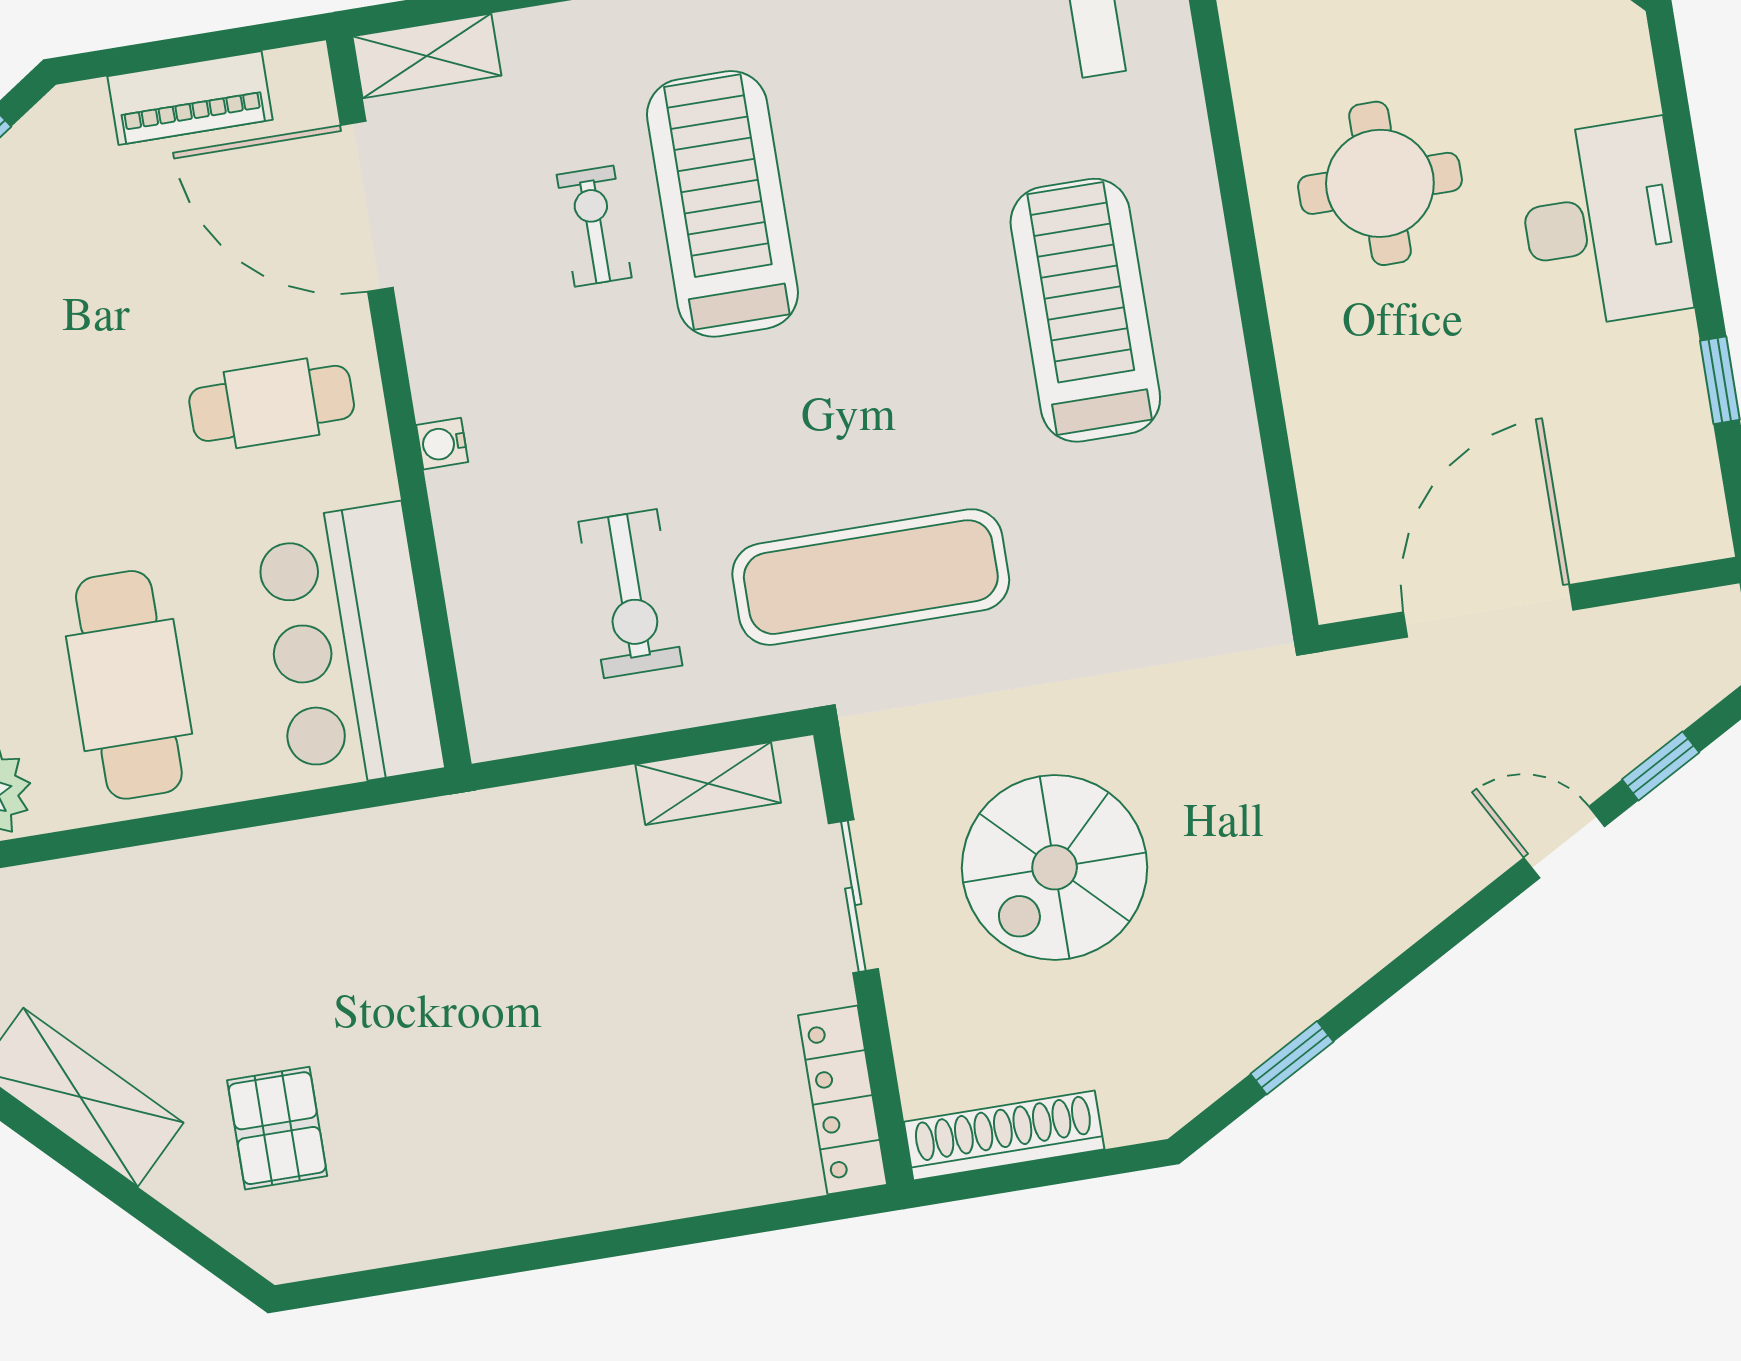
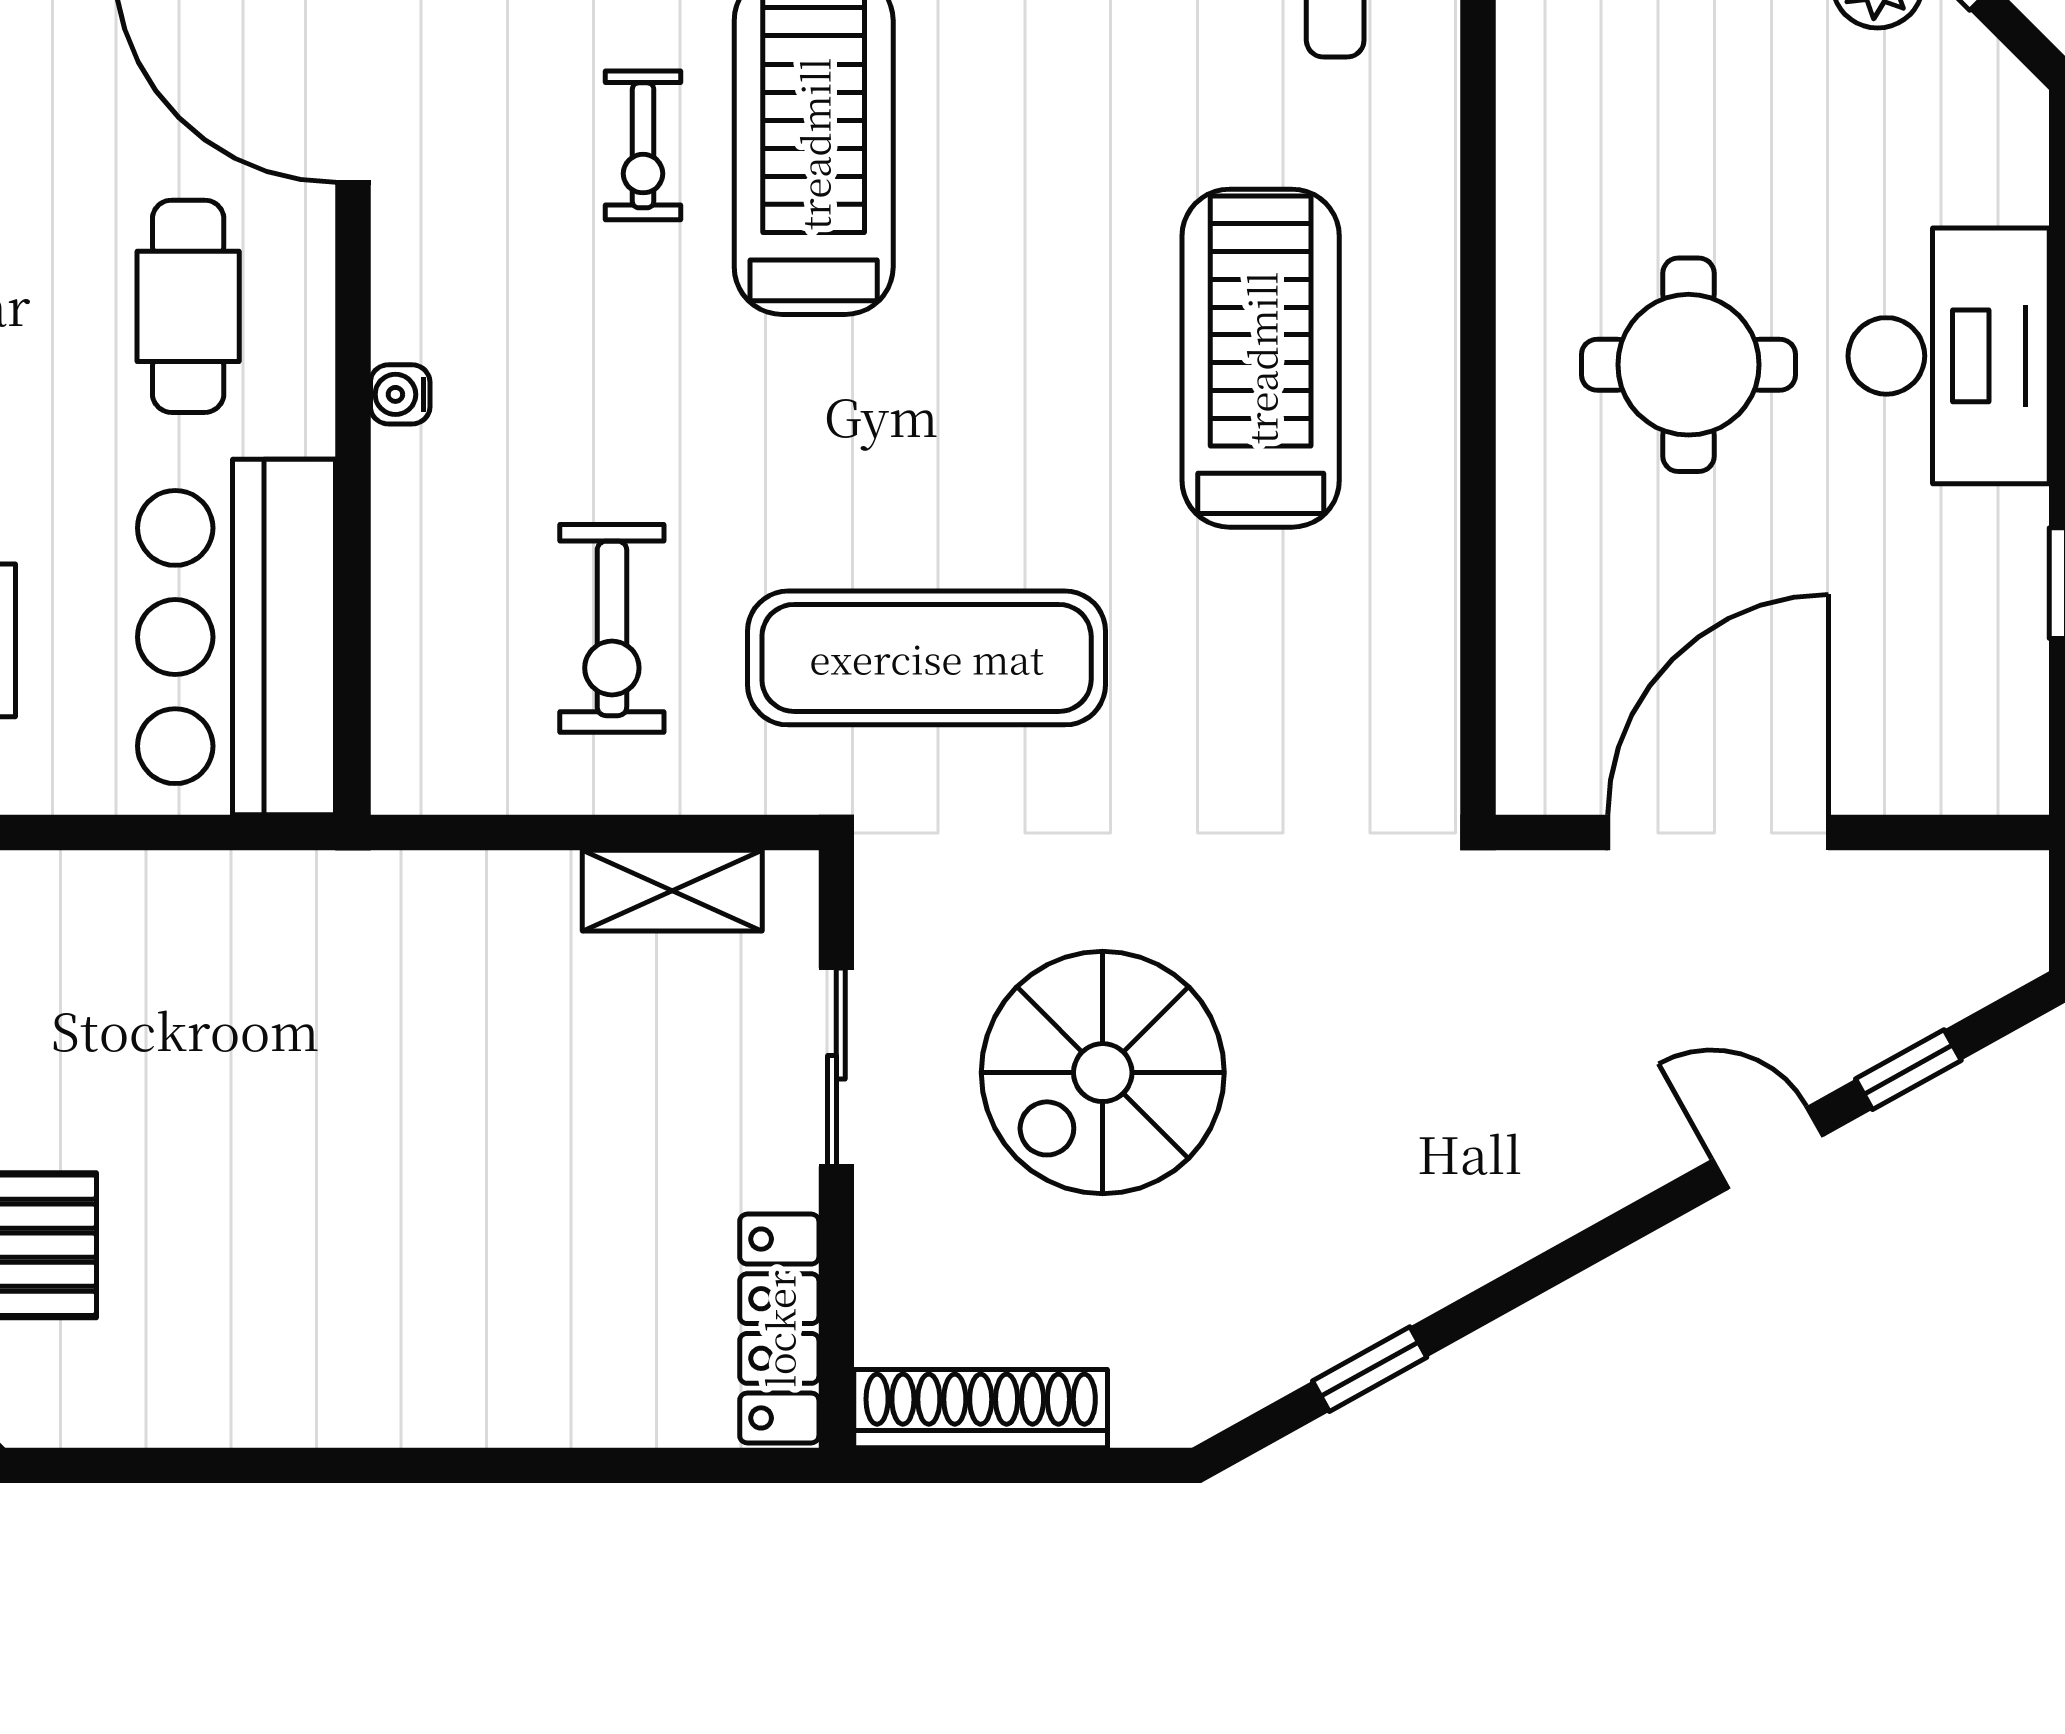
round table: (1380, 183) -> (1688, 365), moved
exercise bike: (594, 226) -> (643, 145), turned 180
cafe table: (272, 403) -> (188, 306), turned 90

